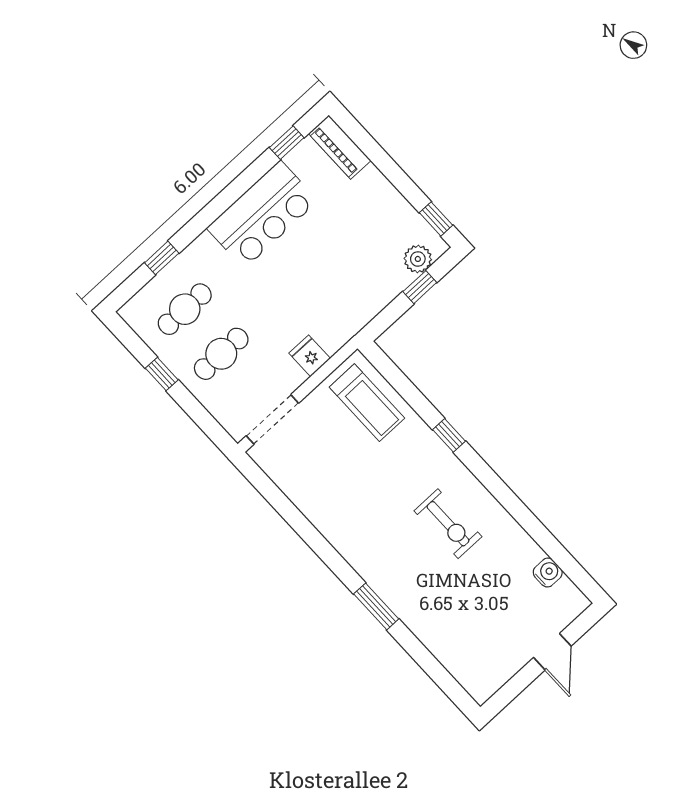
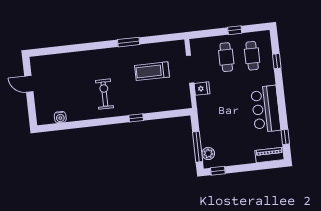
window: (420, 287) -> (198, 147), width x2.17
treadmill: (367, 403) -> (152, 71), moved
doorway: (272, 419) -> (190, 69), moved
exercise bike: (448, 524) -> (104, 94), turned 90
window: (376, 606) -> (129, 42), moved
door: (552, 652) -> (29, 84), moved

